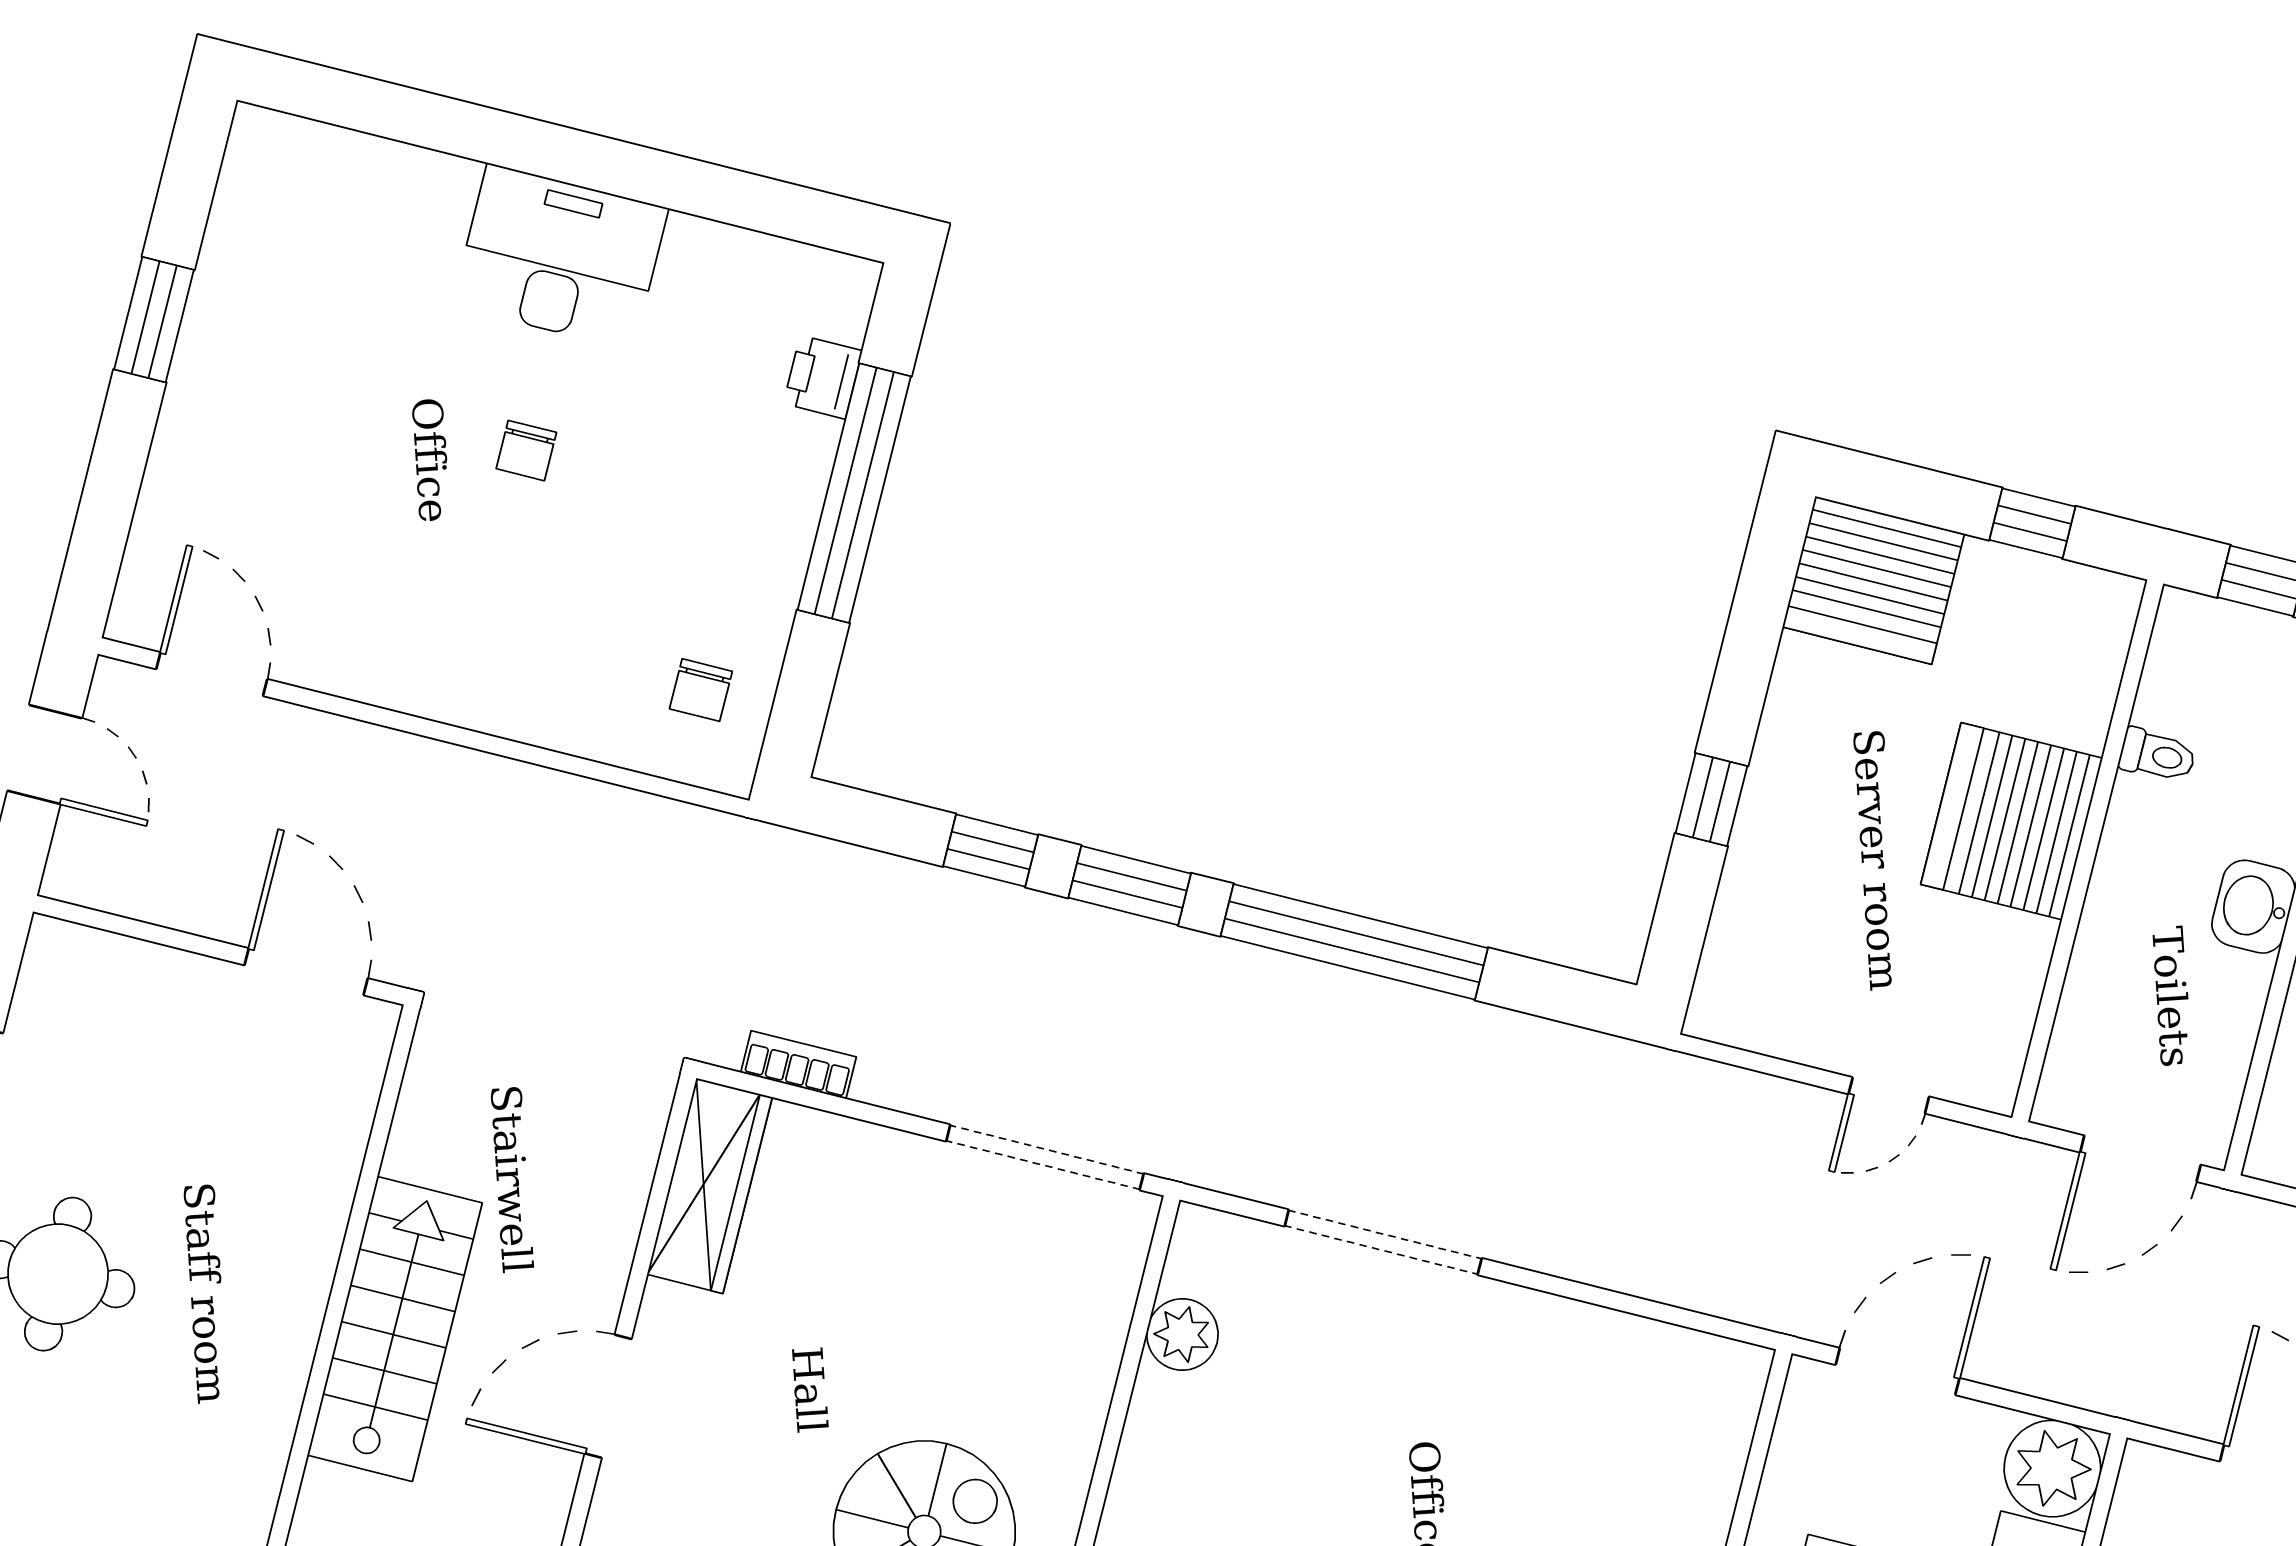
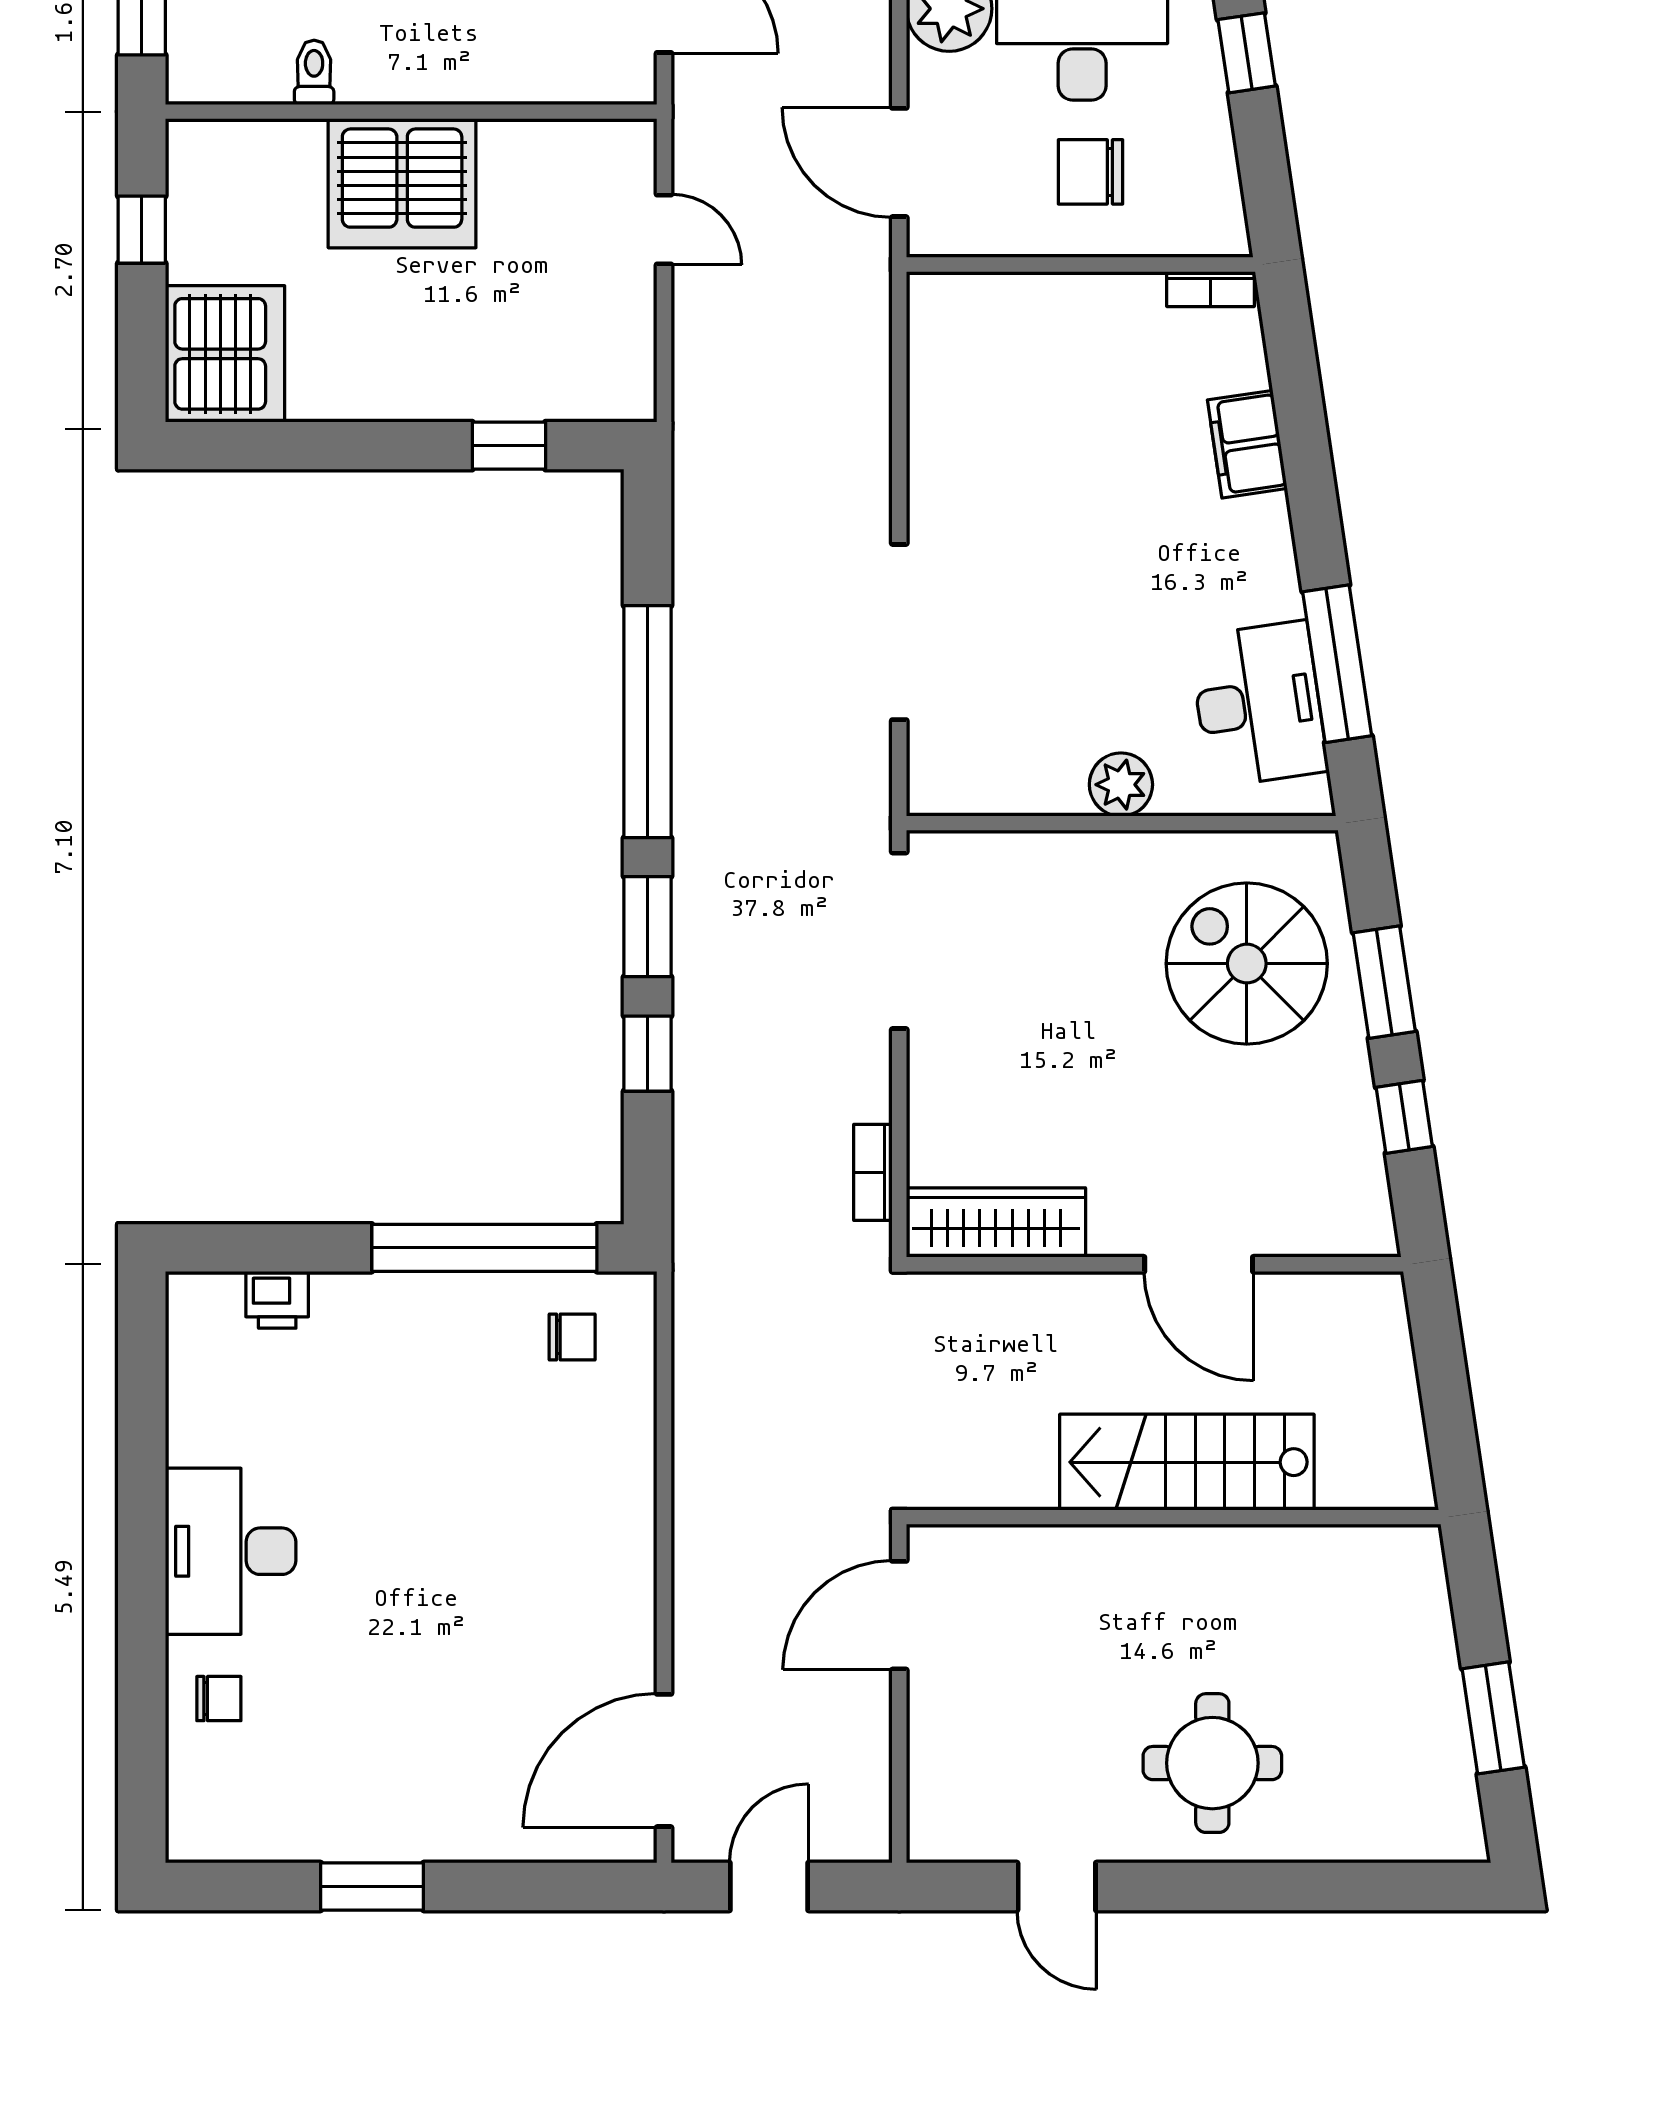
chair: (526, 451) -> (219, 1699), moved
window: (854, 493) -> (484, 1248), moved
door: (212, 674) -> (664, 1760), width x1.36
window: (1711, 800) -> (509, 446), moved
plant: (1182, 1334) -> (1121, 785), moved

